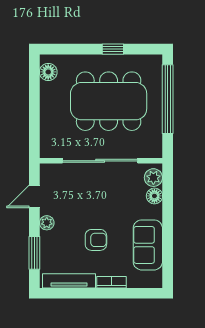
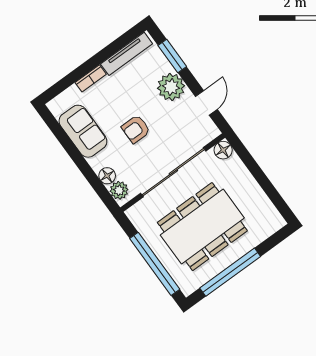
window: (113, 49) -> (230, 272), width x3.17
floor lamp: (48, 72) -> (223, 150), moved
plant: (47, 223) -> (171, 87), width x1.88, depth x1.88
armchair: (96, 240) -> (136, 129), moved

